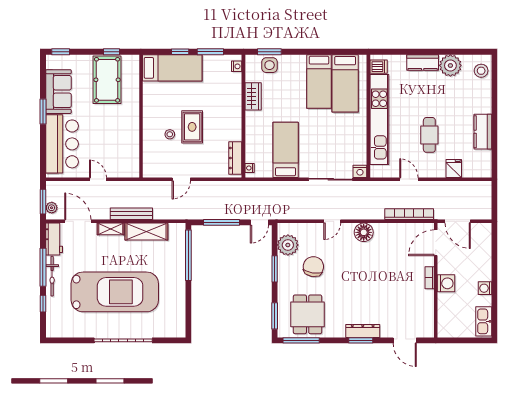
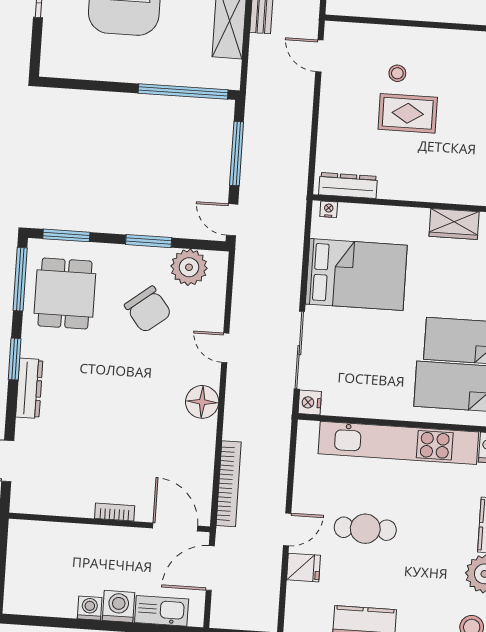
bed: (286, 150) -> (356, 275), width x1.50
door: (181, 179) -> (319, 56), moved
door: (409, 179) -> (287, 529), moved
chair: (313, 267) -> (148, 309), turned 43
washing machine: (446, 283) -> (118, 606), moved, turned 180
dining table: (308, 314) -> (65, 294), turned 90
kitchen sink: (484, 321) -> (162, 611), moved
window: (361, 340) -> (15, 359), moved

